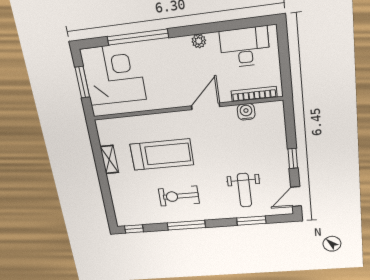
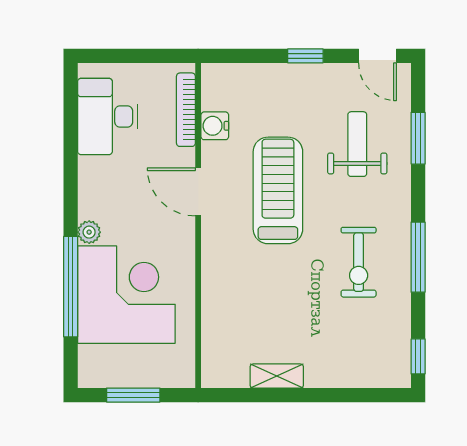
plant: (199, 41) -> (89, 232), moved
corner desk: (113, 74) -> (126, 295), moved, turned 90
treadmill: (162, 155) -> (278, 190), moved
weight bench: (244, 190) -> (357, 144), turned -90

